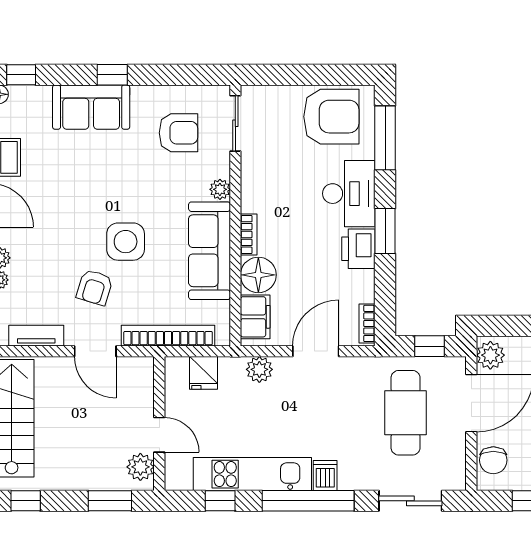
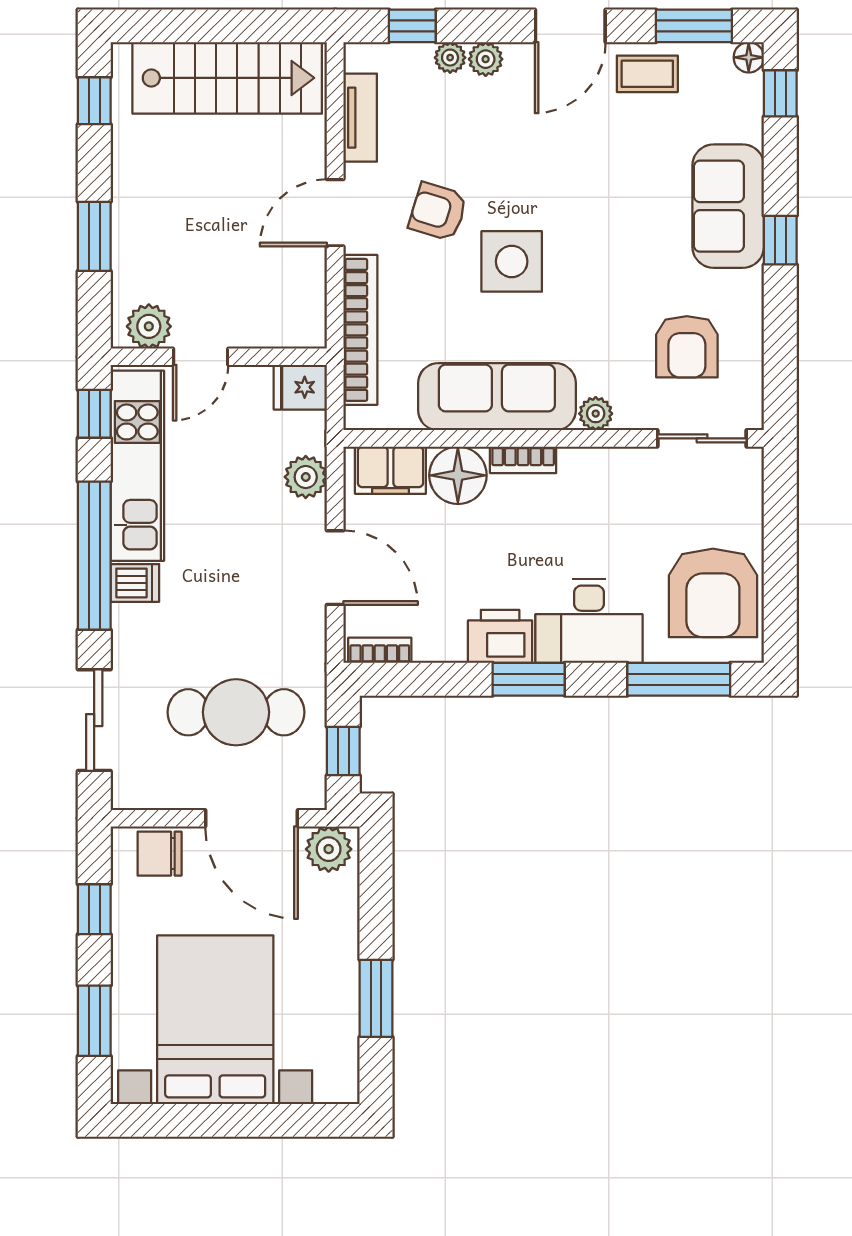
wall: (159, 423) -> (219, 357), moved
door: (159, 435) -> (201, 357), moved
plant: (140, 467) -> (149, 326), moved

